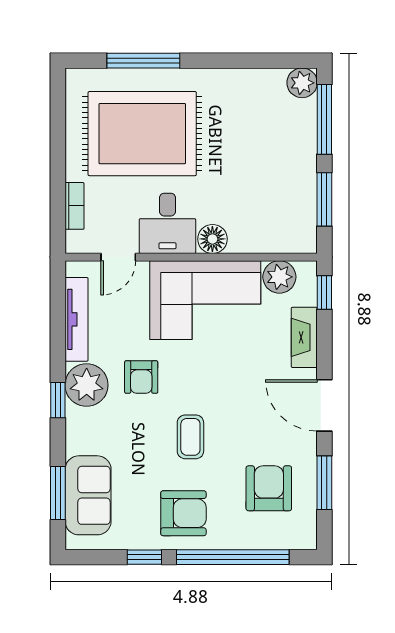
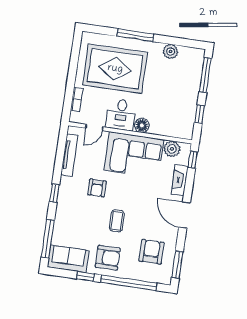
window: (143, 61) -> (135, 35), moved
plant: (302, 83) -> (171, 51), moved
window: (324, 199) -> (200, 114), width x0.67
plant: (87, 385) -> (70, 188), removed
window: (324, 483) -> (177, 265), moved
window: (58, 493) -> (48, 239), width x1.44
sofa: (88, 495) -> (68, 259), moved, turned -90

